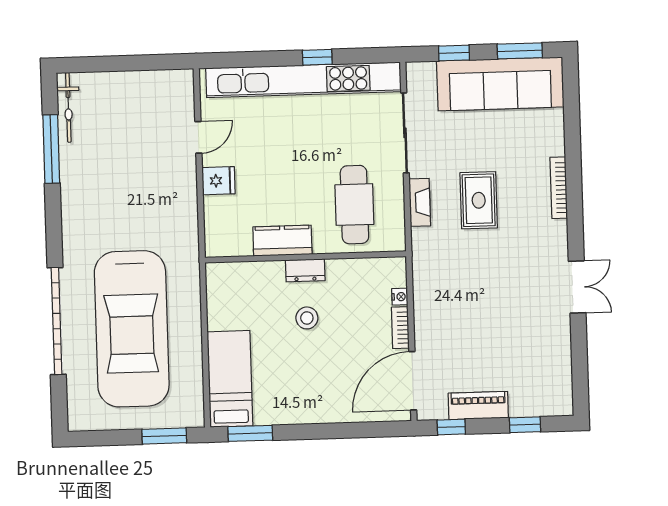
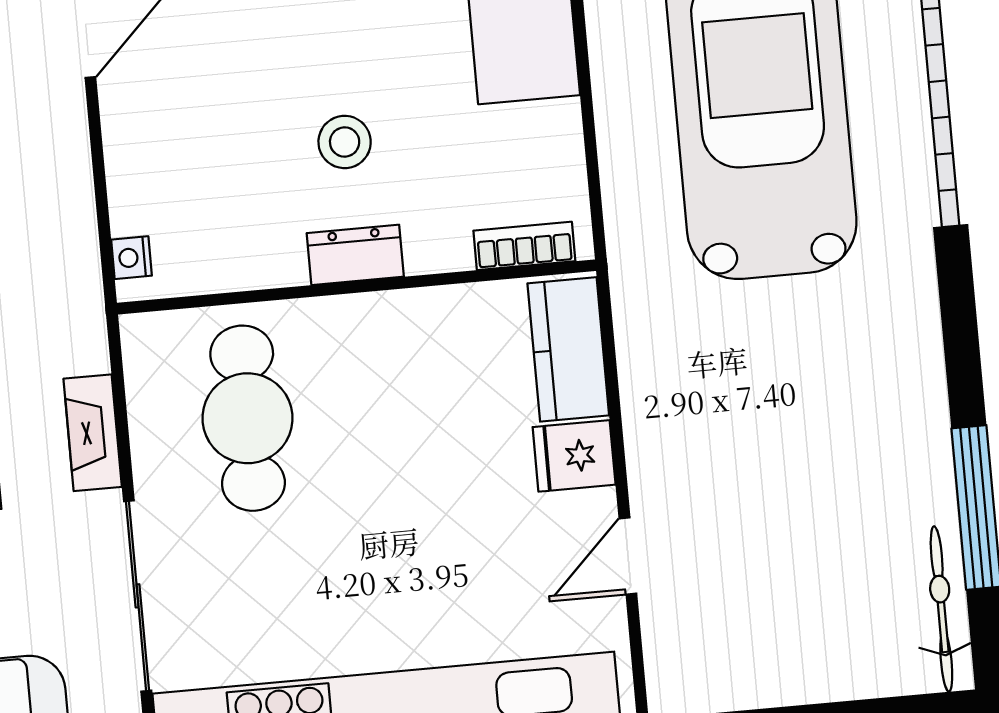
kitchen counter: (282, 241) -> (568, 349), moved, turned 90
nightstand: (400, 297) -> (131, 258), moved
bookcase: (400, 328) -> (524, 246), moved, turned -90

